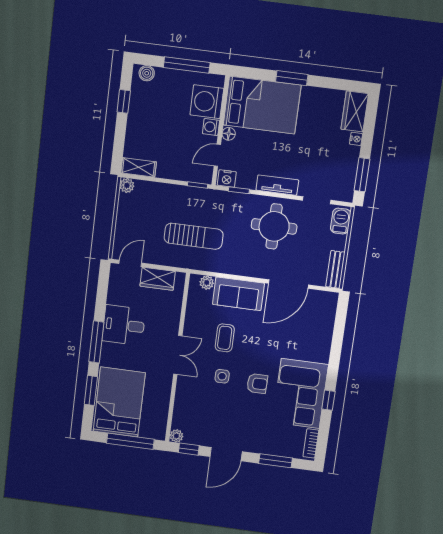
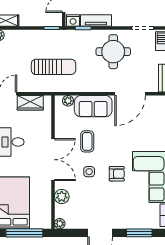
tv unit: (277, 185) -> (96, 21), moved
double door: (178, 355) -> (53, 160), width x1.37
plant: (183, 403) -> (62, 197), added
window: (189, 449) -> (71, 233), removed

